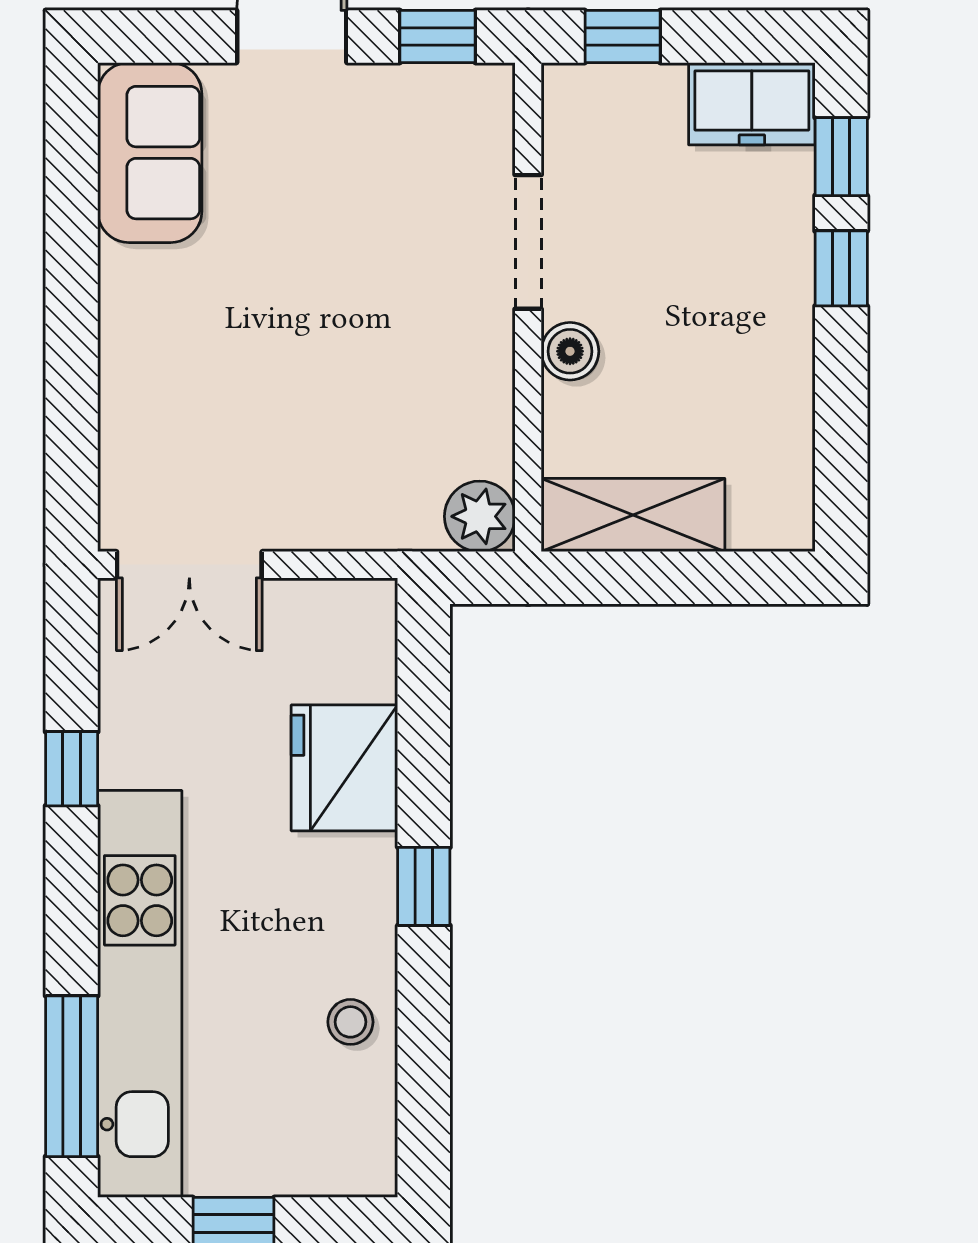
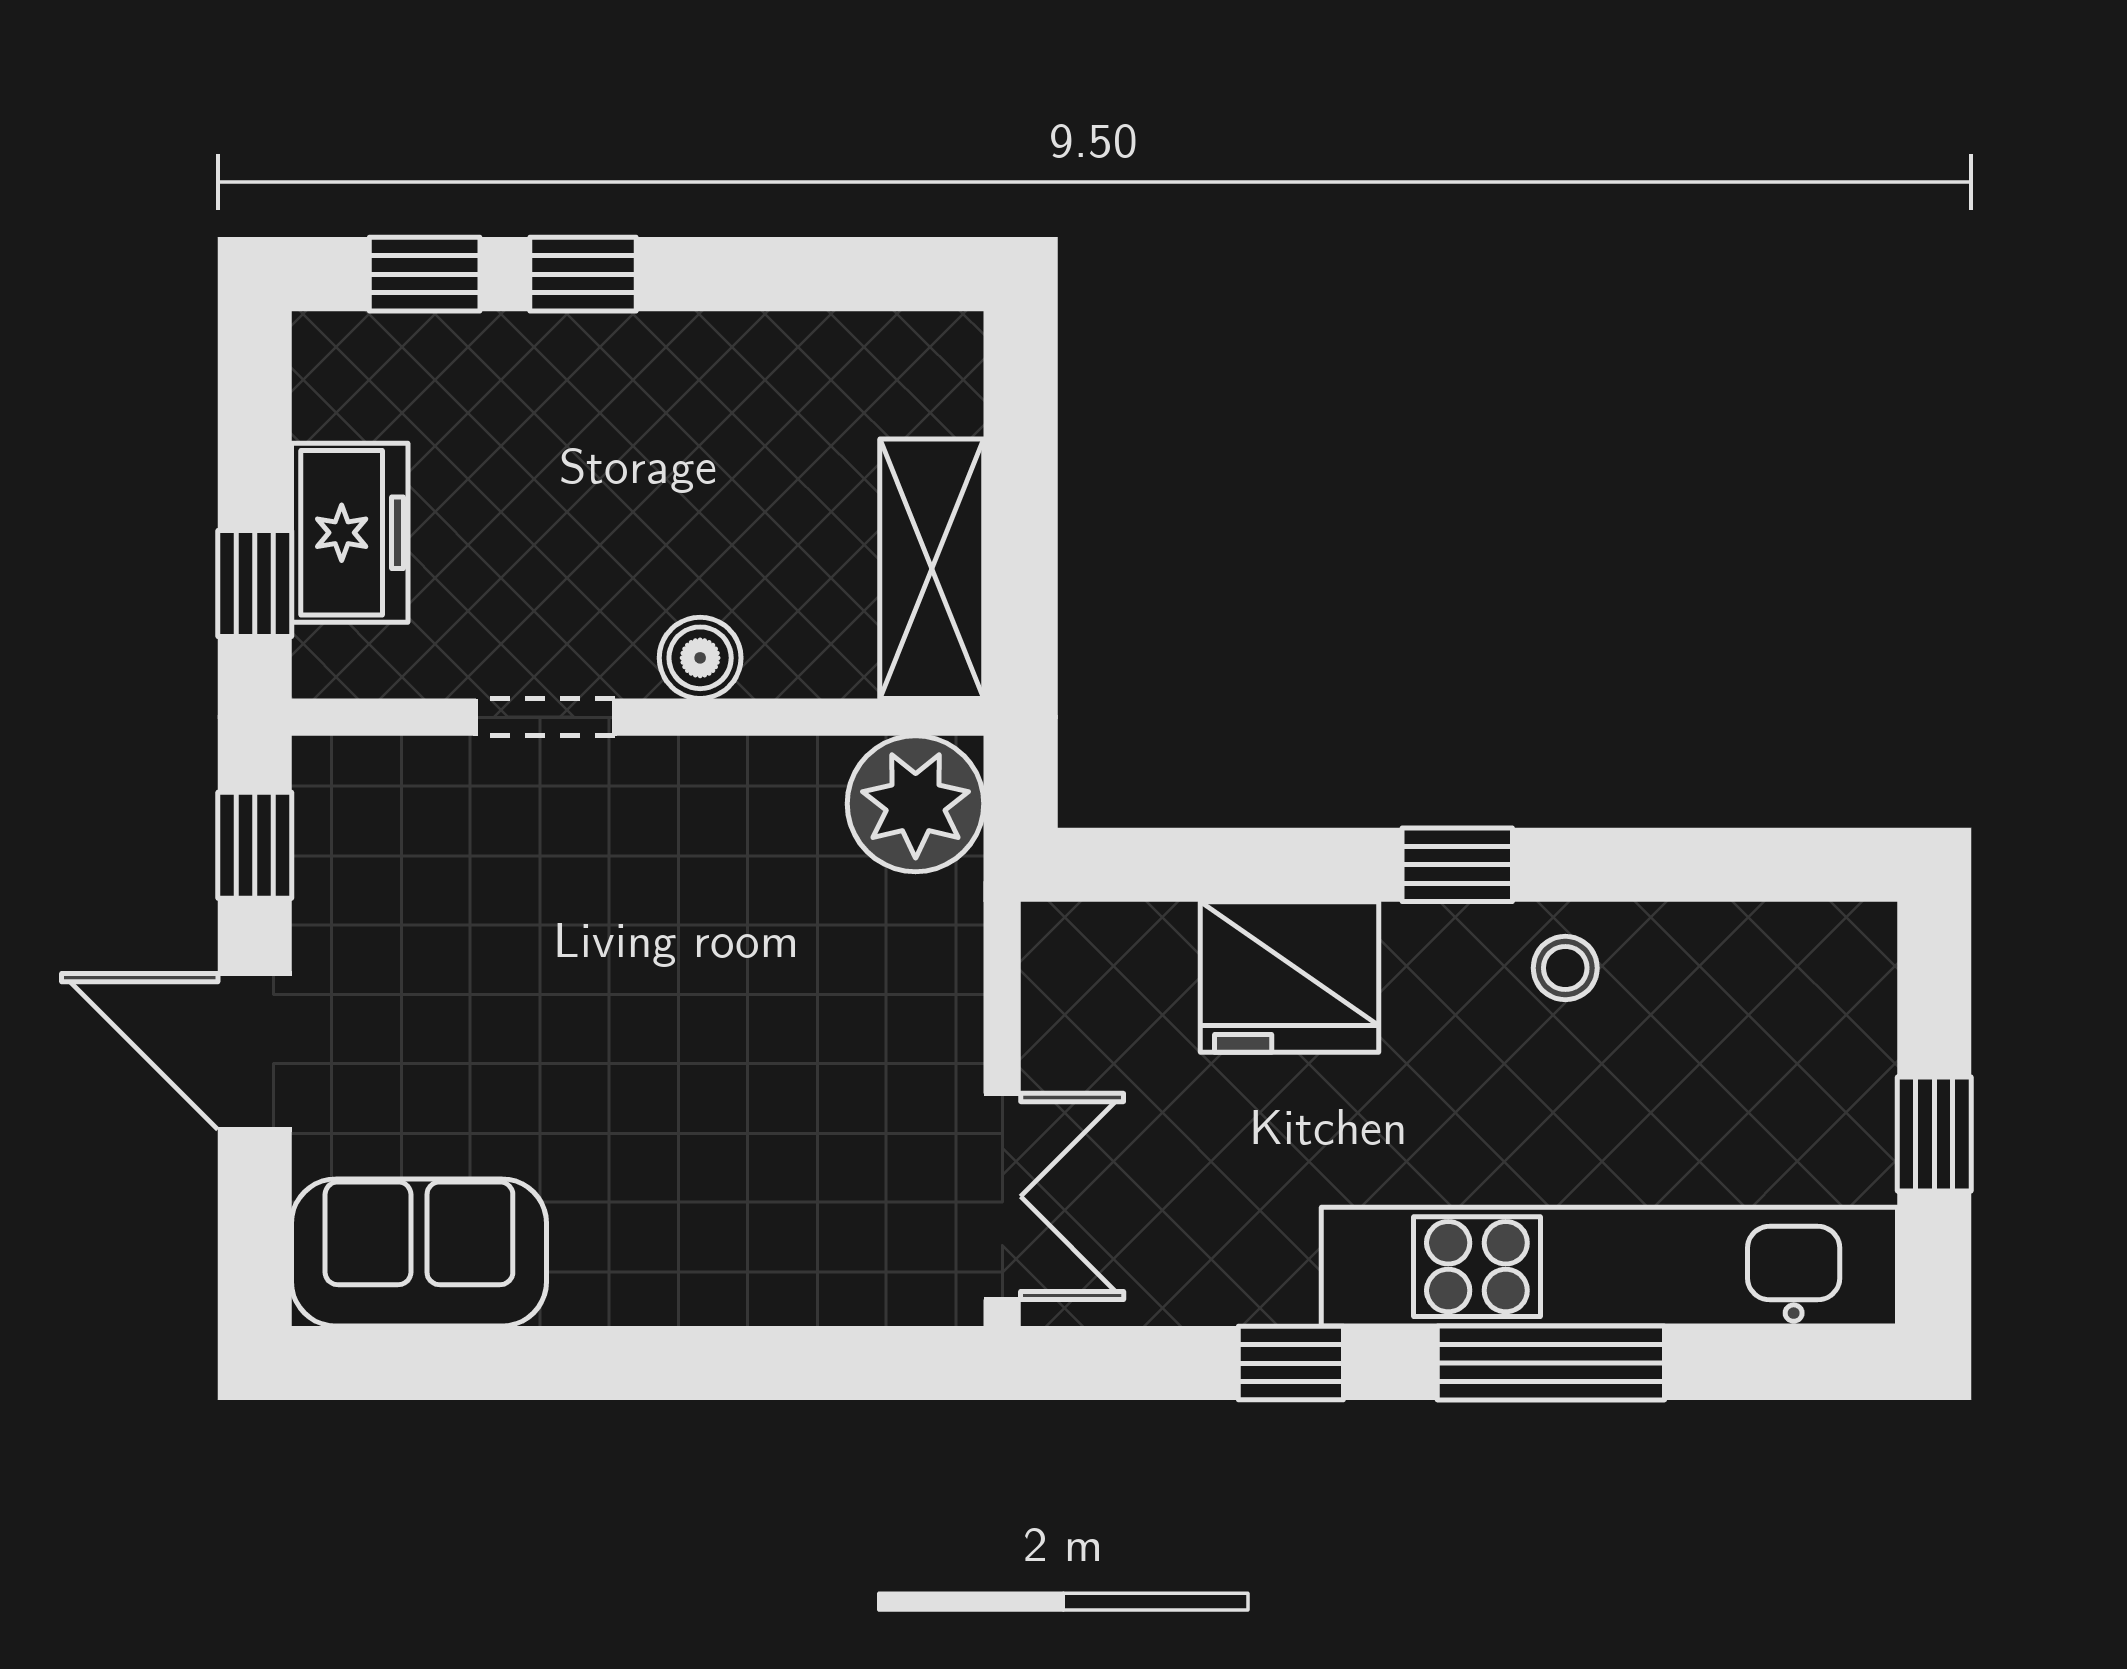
freezer: (752, 104) -> (350, 533), moved
doorway: (528, 242) -> (545, 717), width x0.73
plant: (480, 516) -> (916, 804), width x1.36, depth x1.36
stool: (350, 1022) -> (1565, 968), moved
window: (72, 1076) -> (1551, 1363), moved

